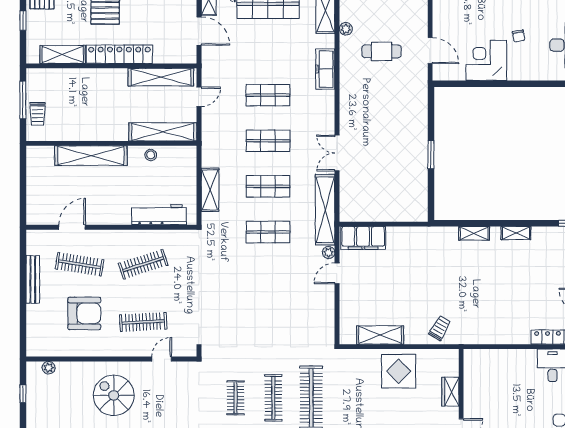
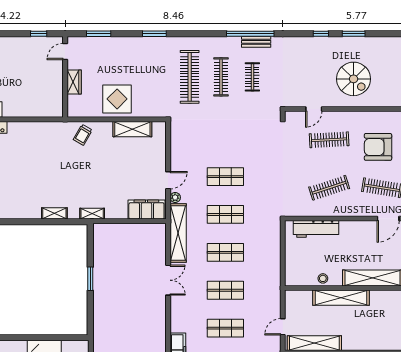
shelving: (163, 132) -> (341, 298), moved
shelving: (210, 190) -> (274, 250), removed
shelving: (516, 233) -> (92, 214), moved
shop shelf: (268, 278) -> (225, 177), added

